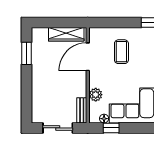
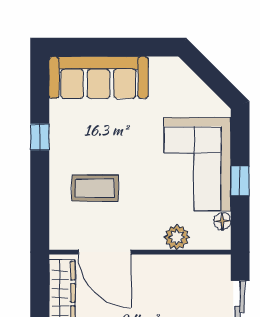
bench: (82, 110) -> (207, 264), removed
window: (111, 128) -> (240, 181), moved

